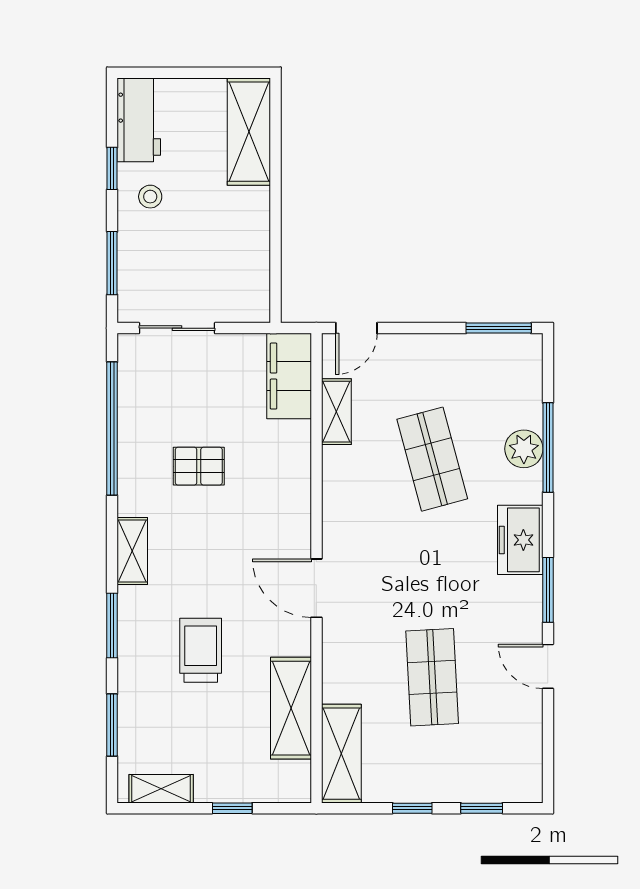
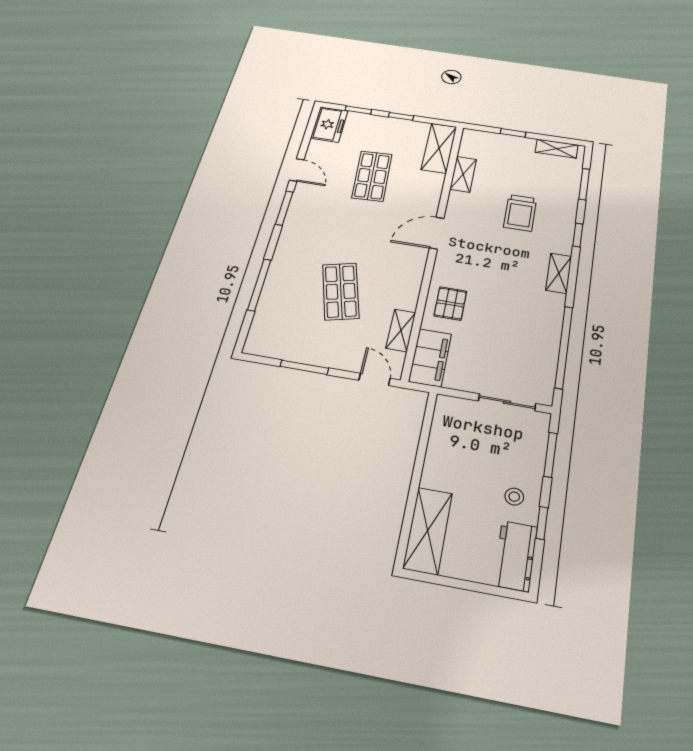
door: (356, 328) -> (374, 379), hinge flipped
window: (499, 328) -> (304, 367), moved
plant: (524, 449) -> (276, 287), removed
pallet: (199, 466) -> (450, 303), moved, turned 90
freezer: (520, 540) -> (329, 125), moved
door: (316, 588) -> (437, 233), swing flipped
window: (112, 625) -> (578, 235), width x0.67
shelving: (291, 708) -> (463, 174), width x0.67, depth x0.75

